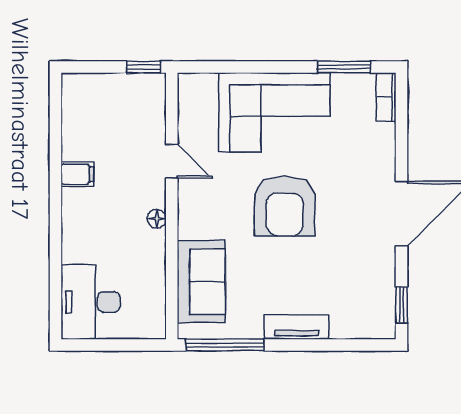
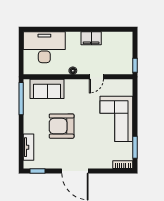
filing cabinet: (77, 174) -> (91, 38), width x2.00
armchair: (285, 206) -> (62, 126), moved
desk: (91, 302) -> (44, 47), width x1.36, depth x1.30
tv unit: (296, 327) -> (28, 147), moved

